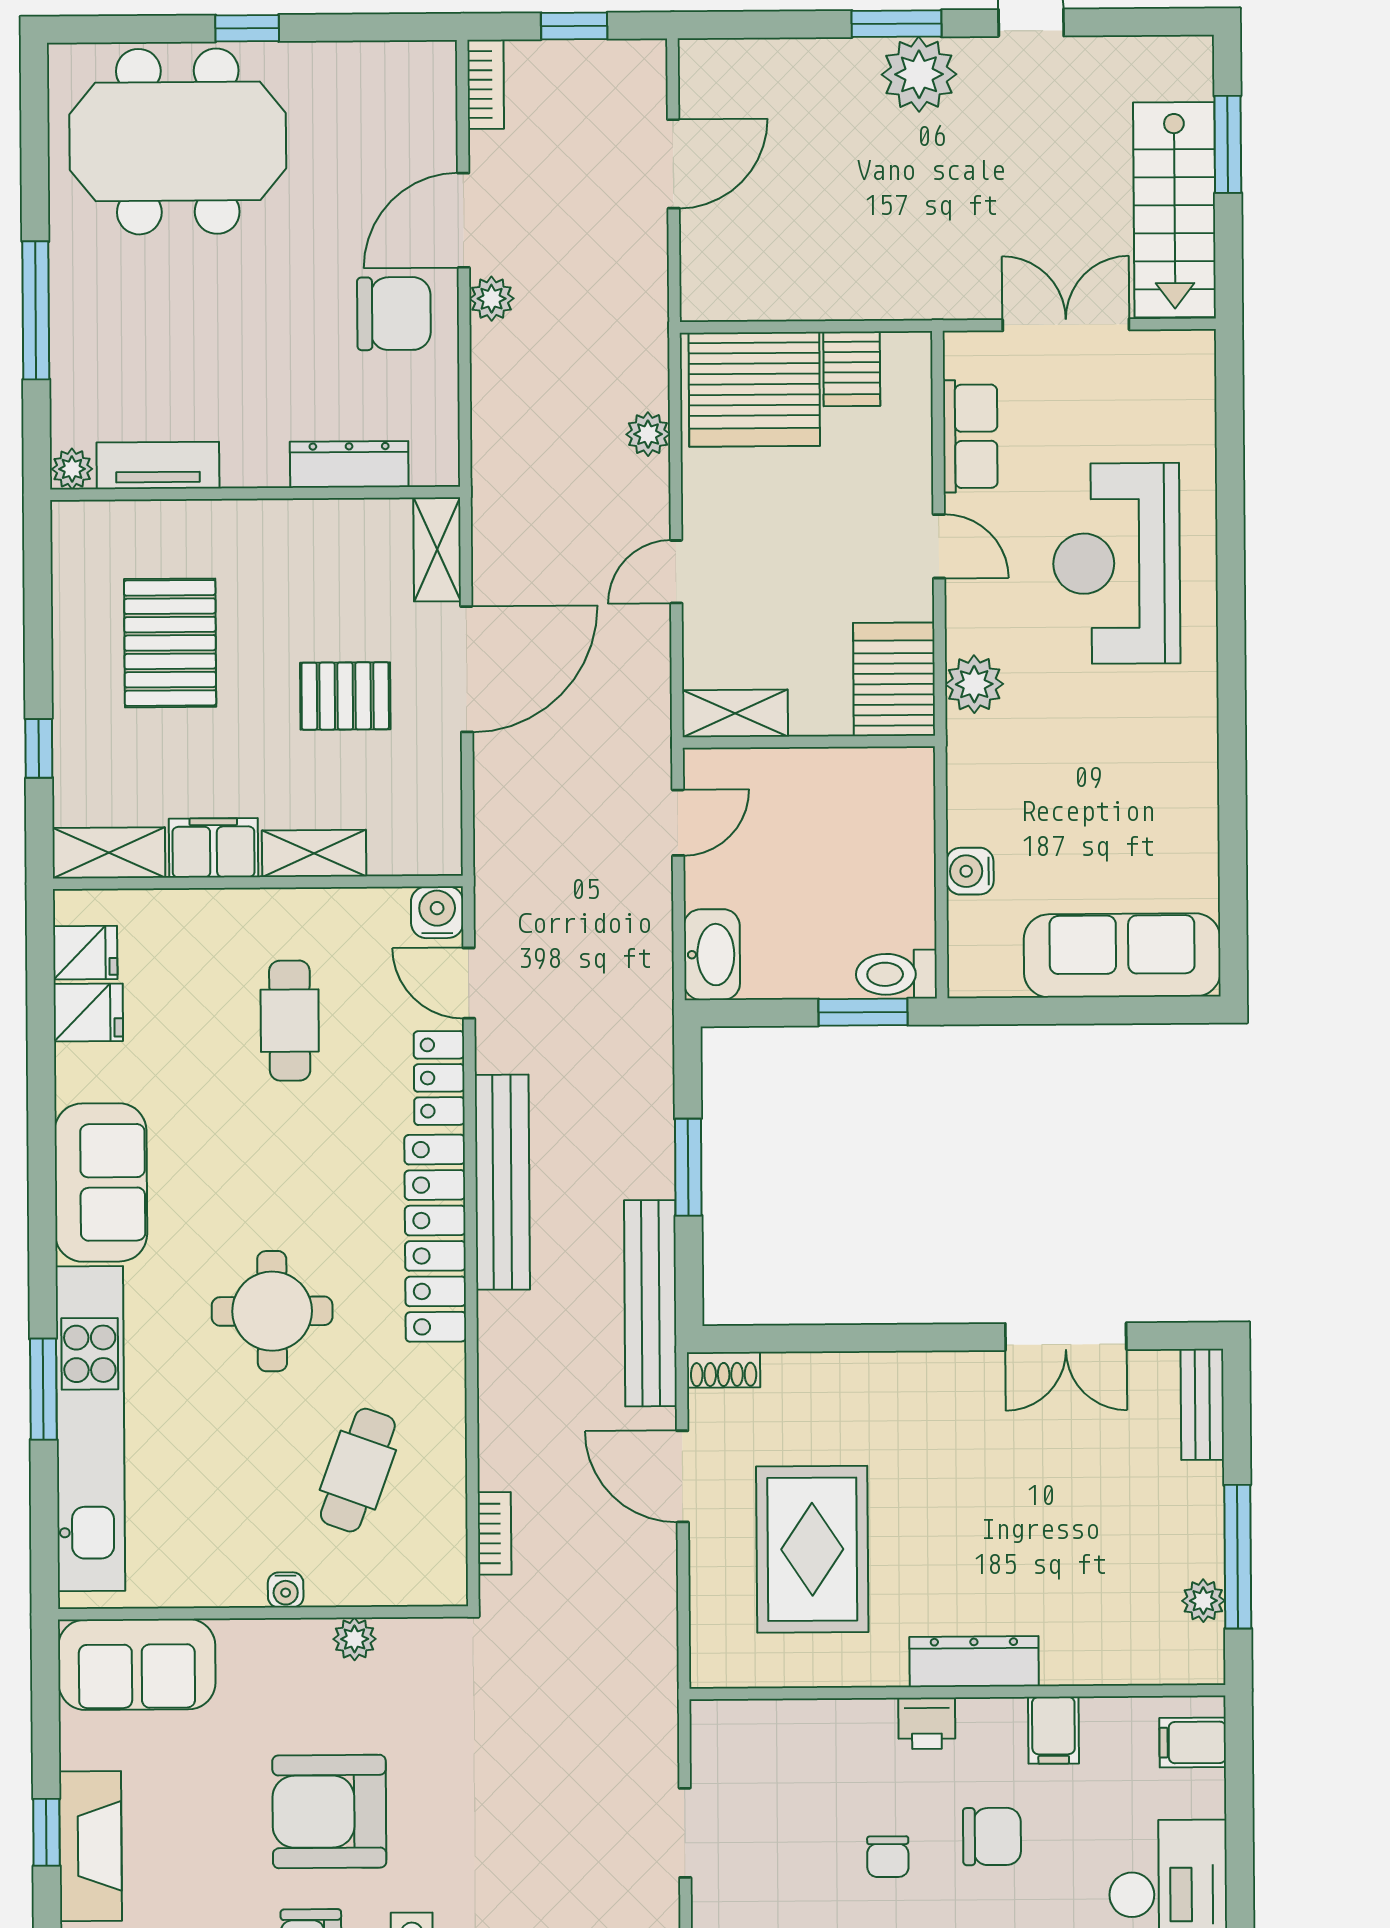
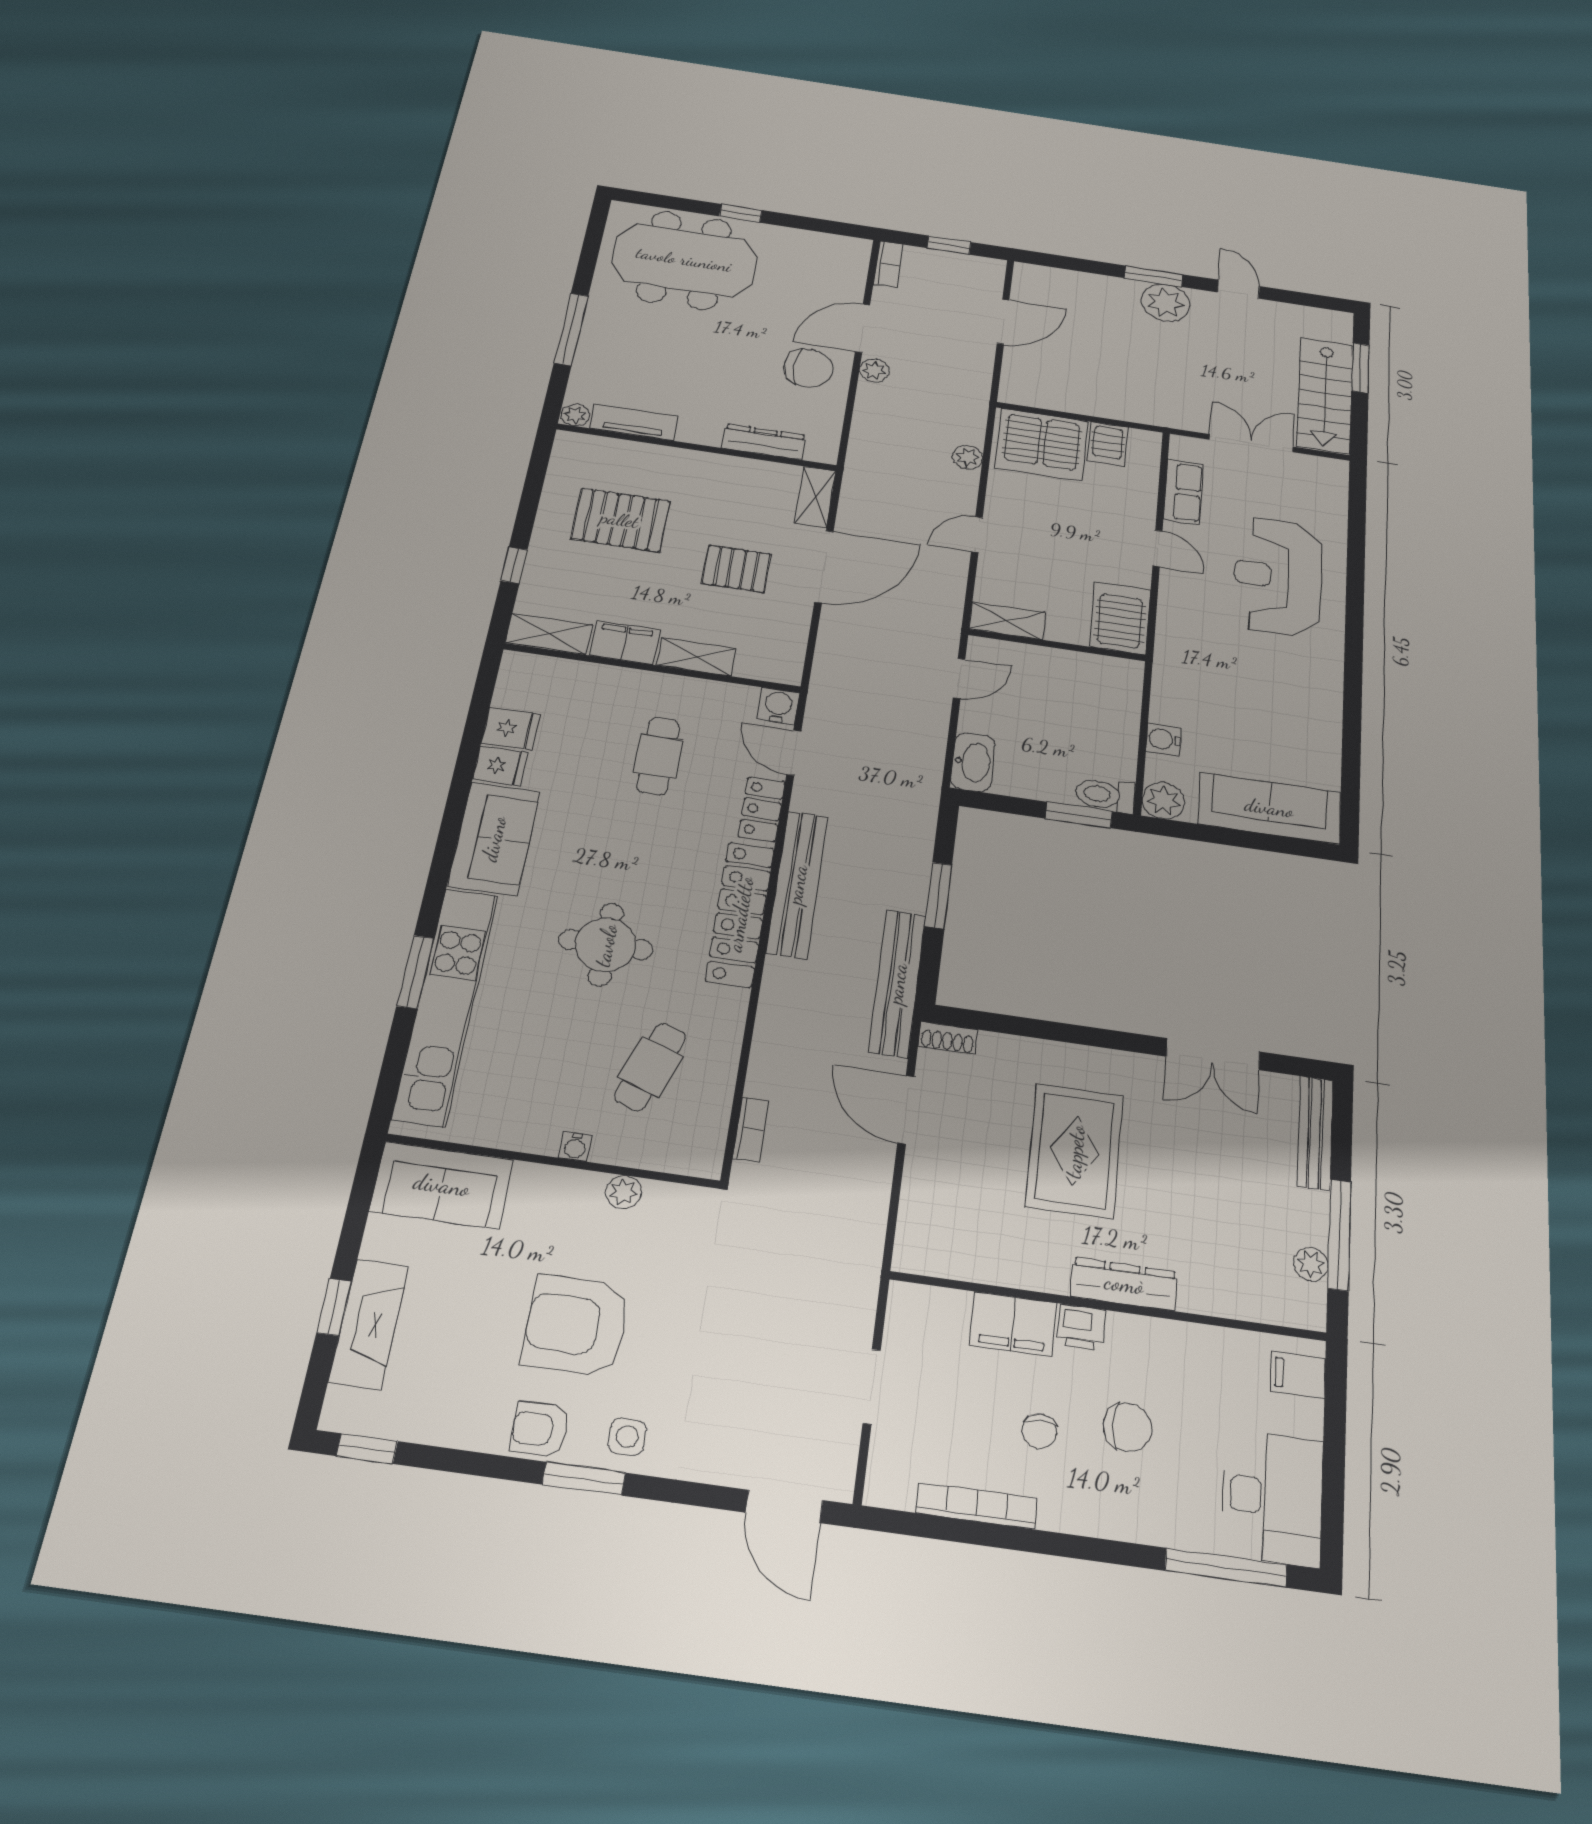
pallet: (170, 643) -> (620, 520), turned 90
plant: (974, 684) -> (1163, 800), moved
fridge: (85, 953) -> (500, 766), moved
bench: (1202, 1404) -> (1315, 1133), width x1.36
rug: (812, 1549) -> (1075, 1151), moved
filing cabinet: (1053, 1730) -> (1013, 1324), moved, width x2.00

